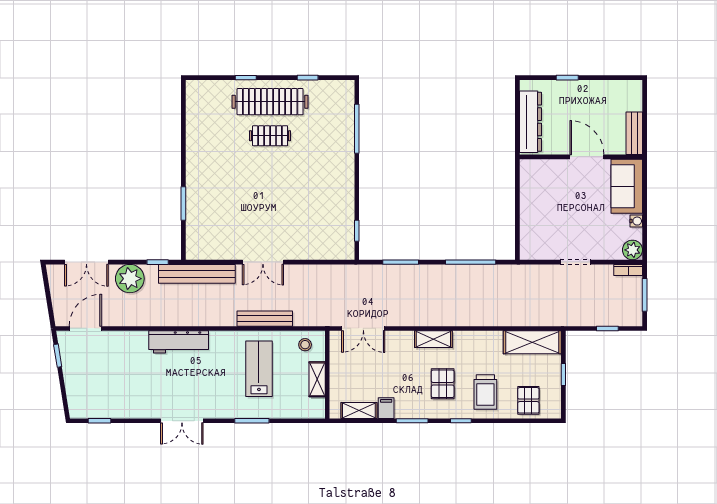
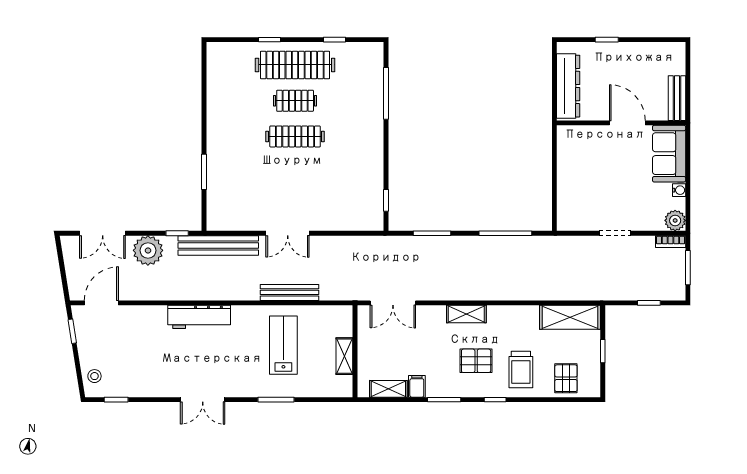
clothes rail: (270, 170) -> (295, 136), added
stool: (305, 345) -> (94, 376), moved
pallet: (443, 384) -> (476, 361), turned 90

